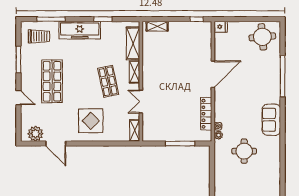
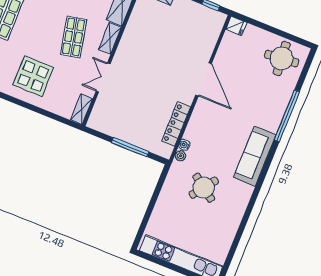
door: (213, 74) -> (204, 79), hinge flipped
sofa: (271, 120) -> (255, 156), width x1.36
round table: (244, 151) -> (204, 188), turned 36

